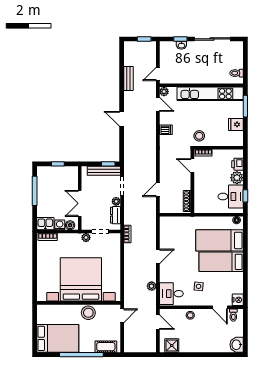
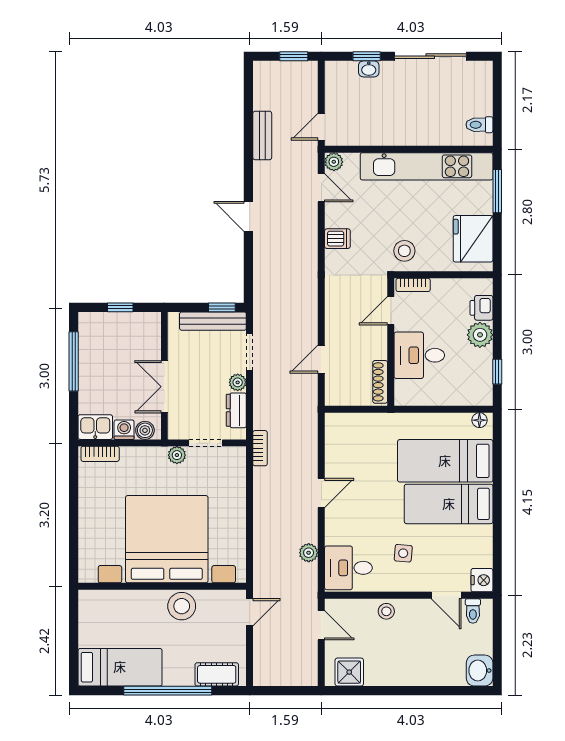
fridge: (236, 124) -> (473, 239), width x1.88, depth x1.34
door: (192, 166) -> (391, 311), hinge flipped
desk: (231, 197) -> (419, 355), moved, turned 180
bed: (58, 338) -> (120, 667), width x0.67

